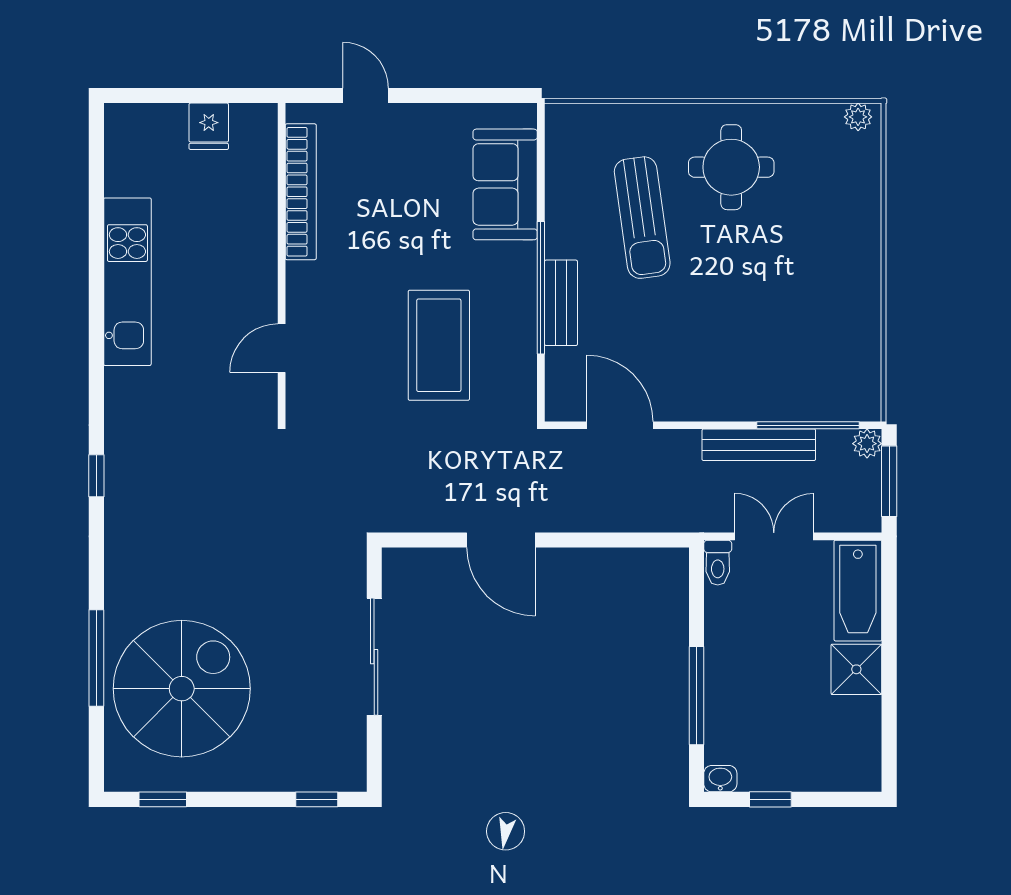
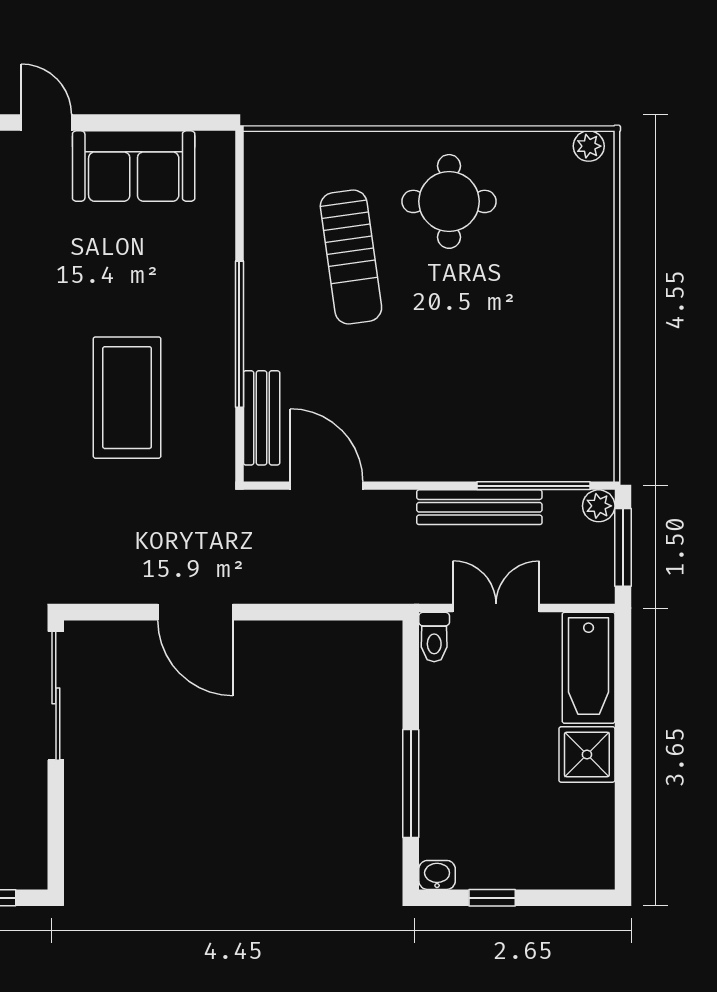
sofa: (505, 184) -> (134, 166), moved, turned -90
bench: (561, 303) -> (262, 418), moved
sliding door: (374, 657) -> (56, 696), moved

